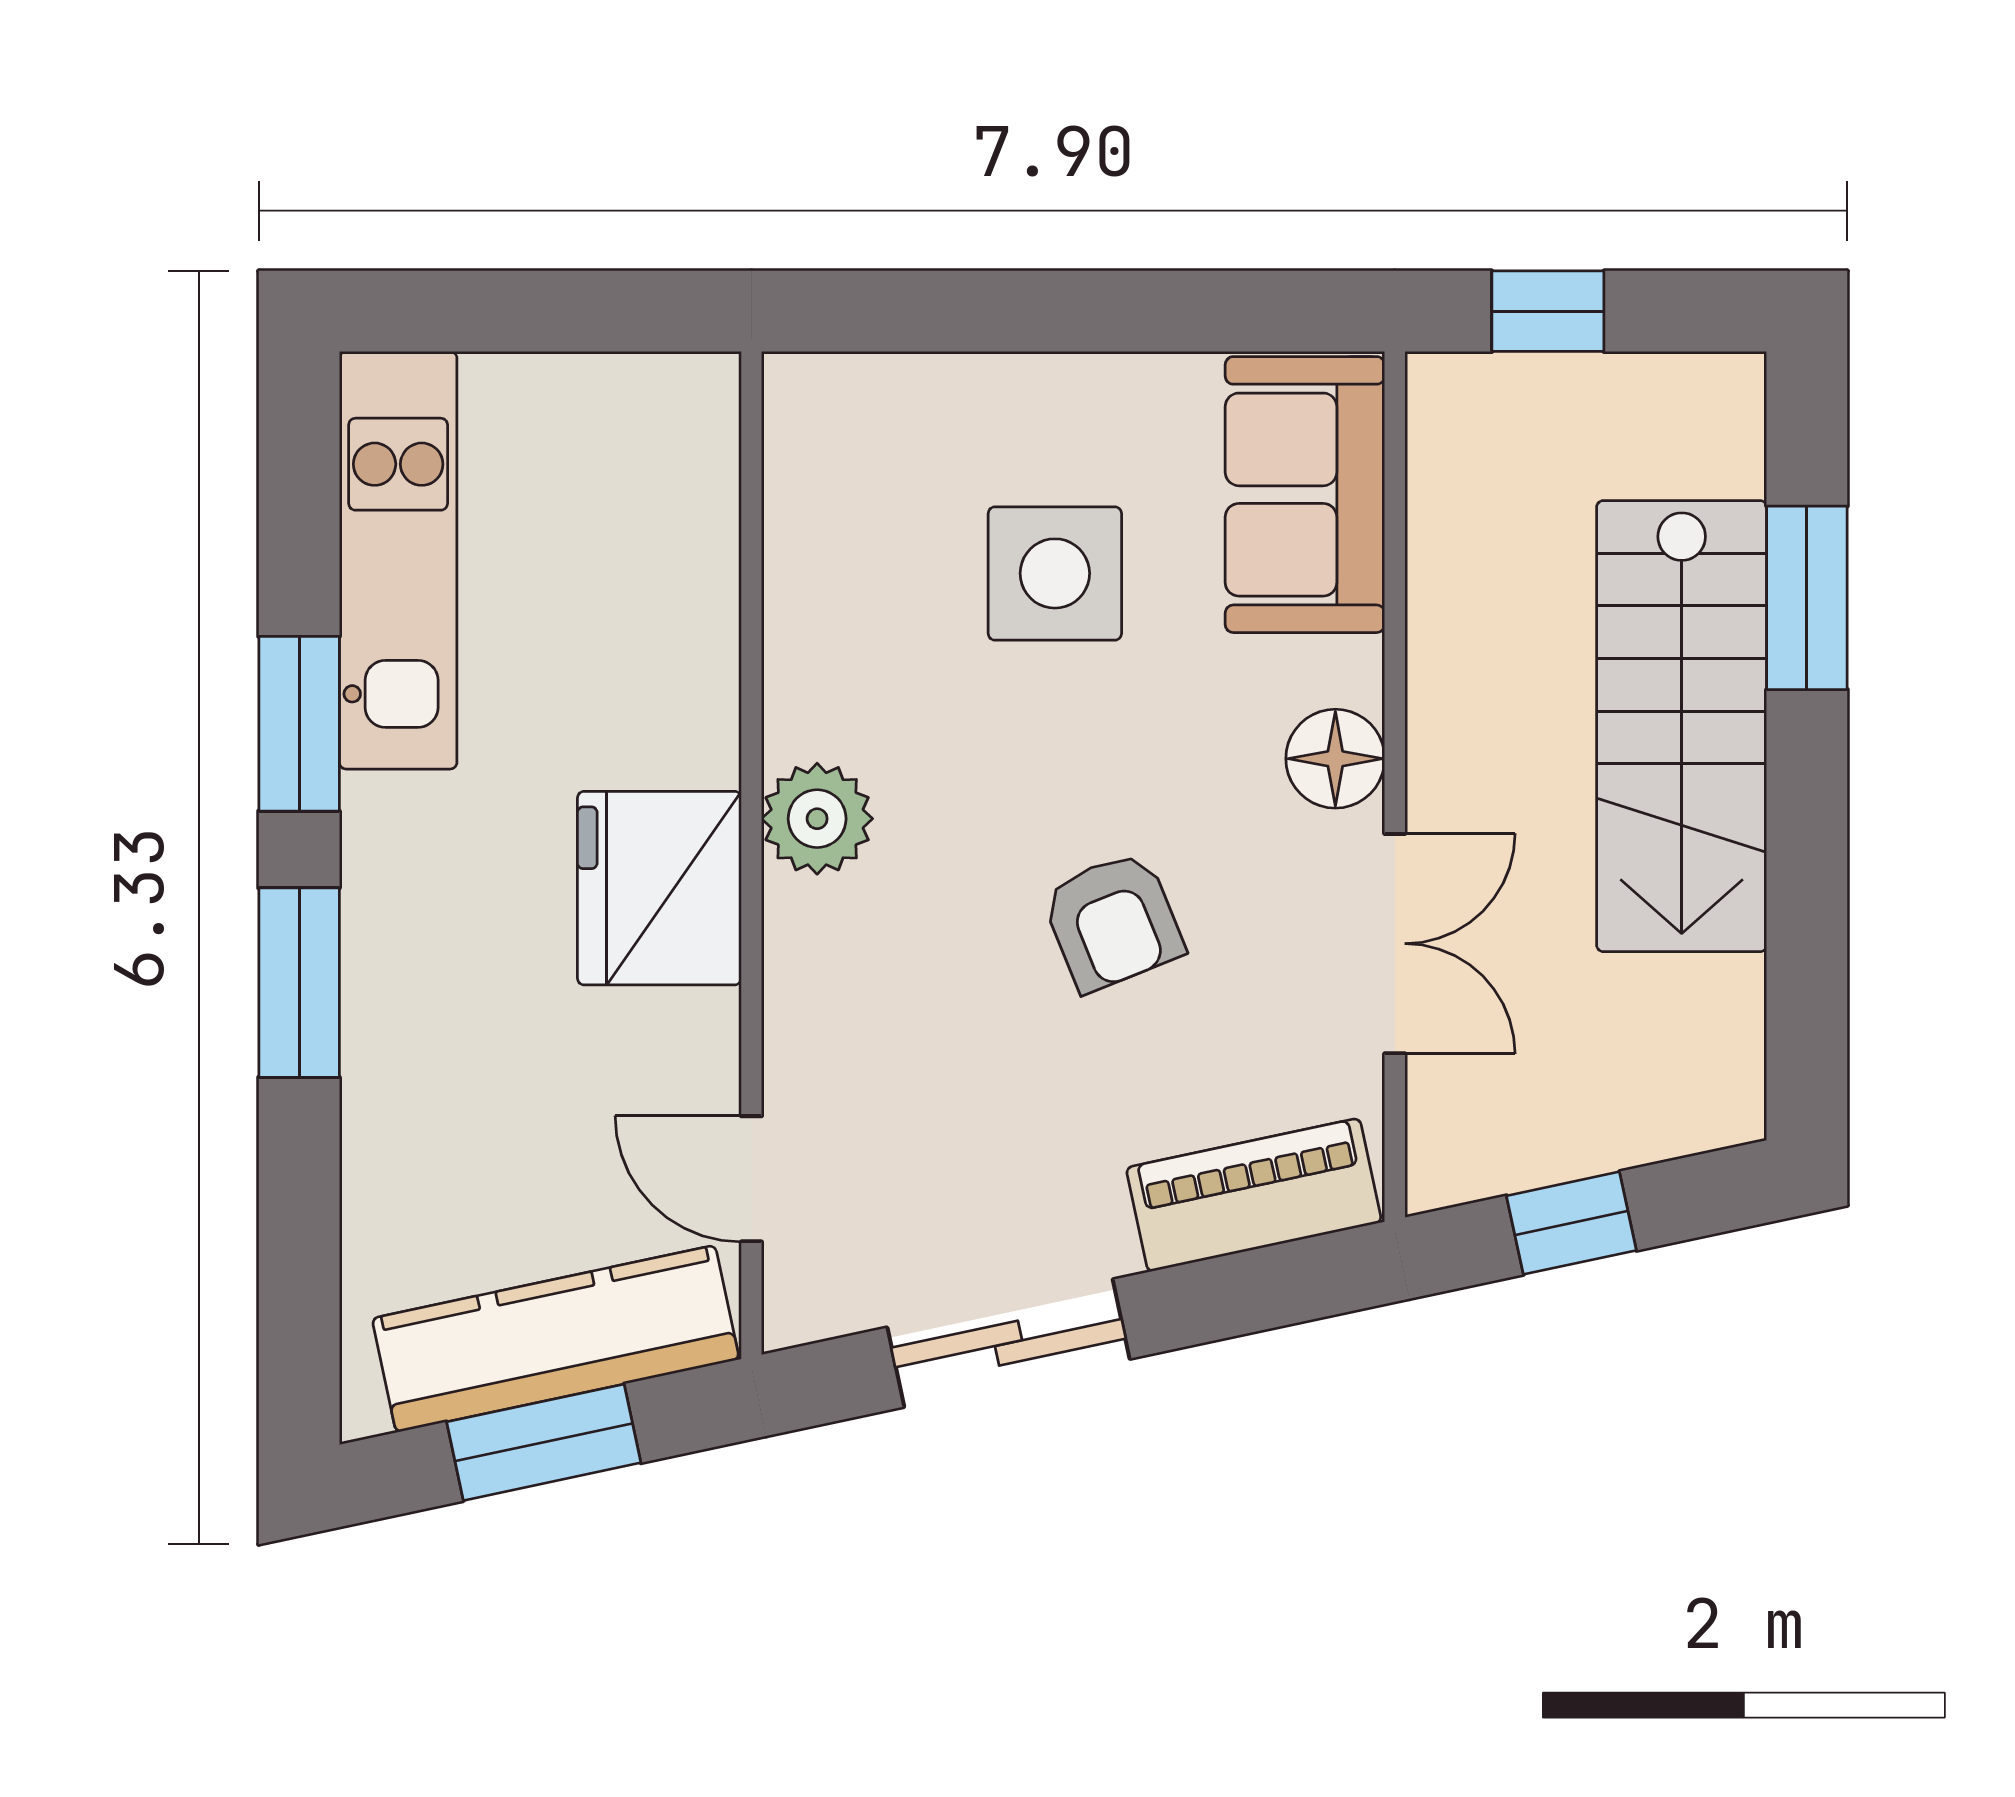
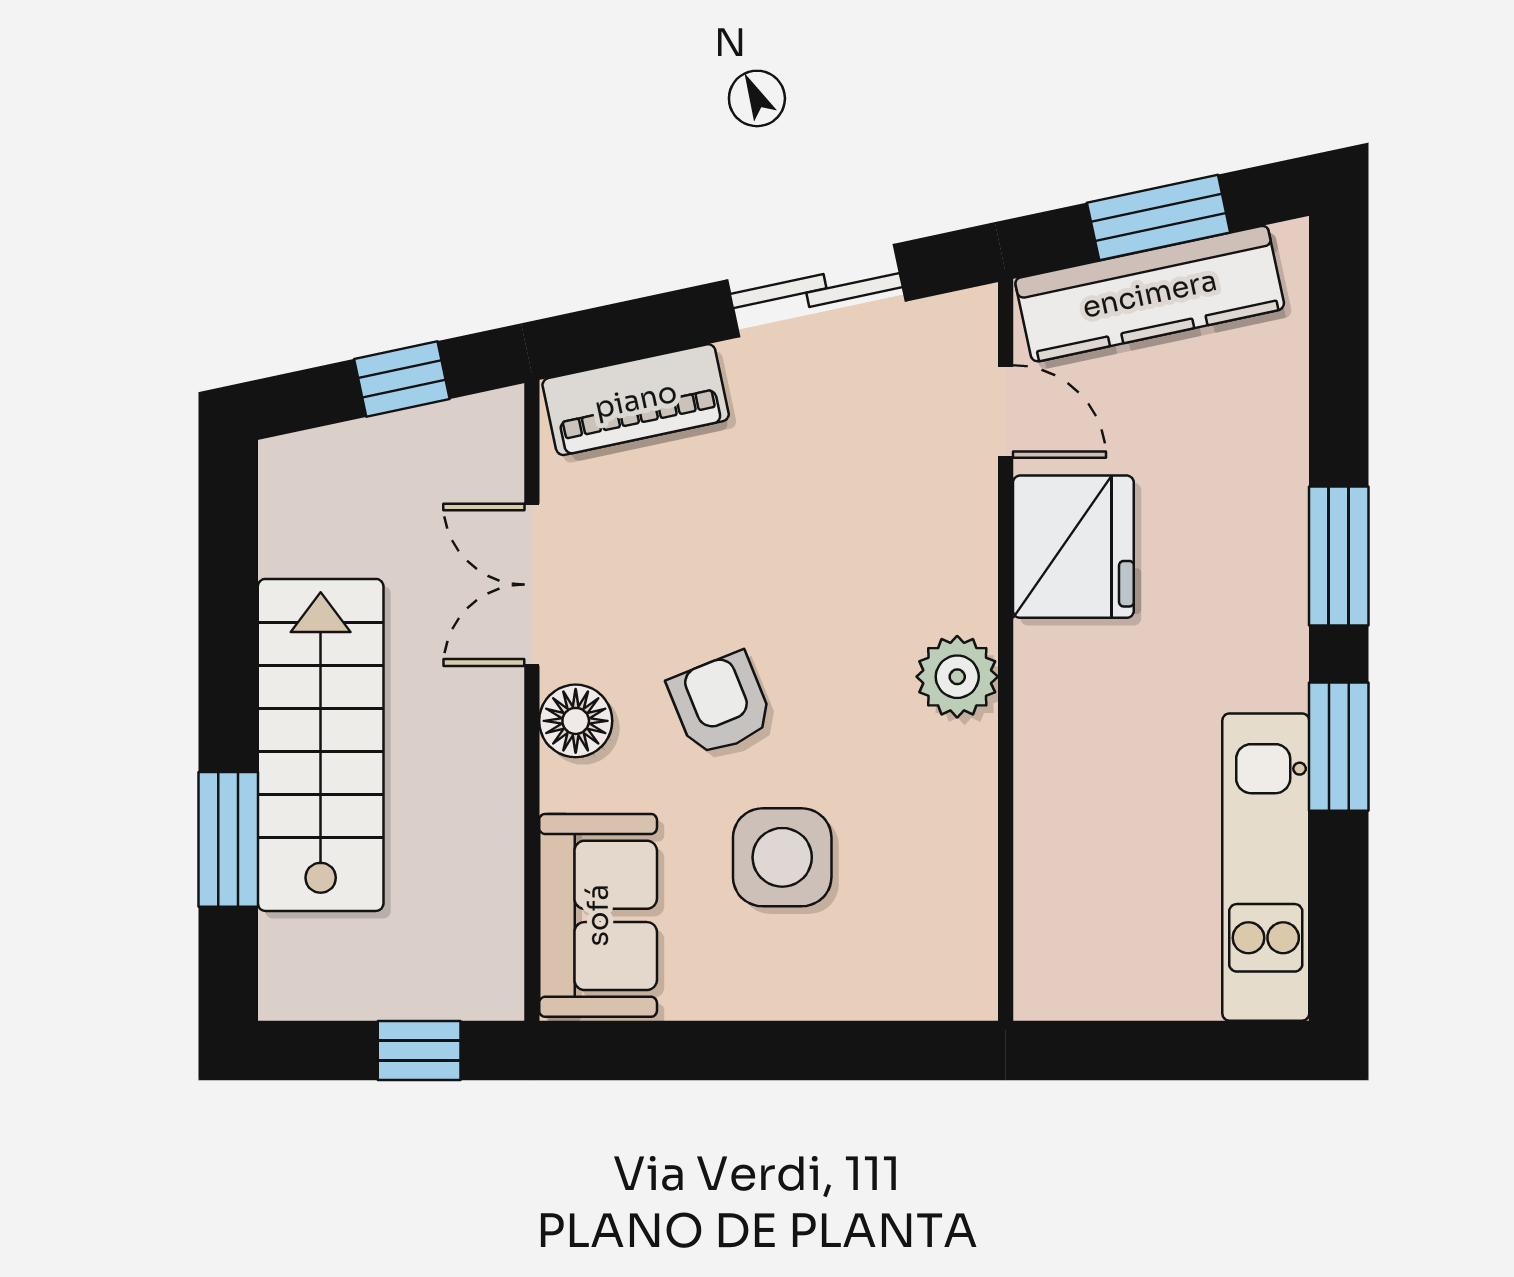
fridge: (659, 888) -> (1073, 547), moved
armchair: (1113, 921) -> (720, 704), moved

